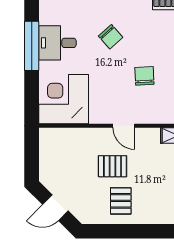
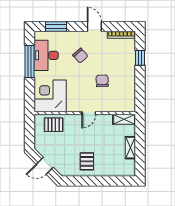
desk: (57, 43) -> (46, 55), width x1.37
door: (124, 126) -> (89, 113), hinge flipped
pallet: (112, 166) -> (54, 125), moved

